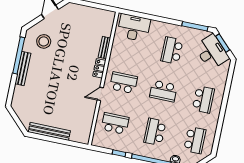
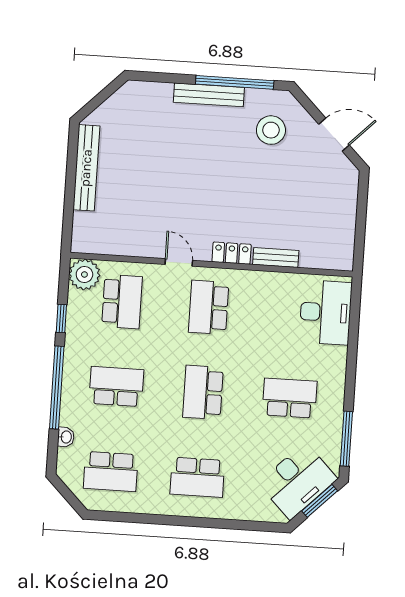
school desk: (124, 83) -> (209, 307), turned 180
plant: (100, 139) -> (84, 274), added

